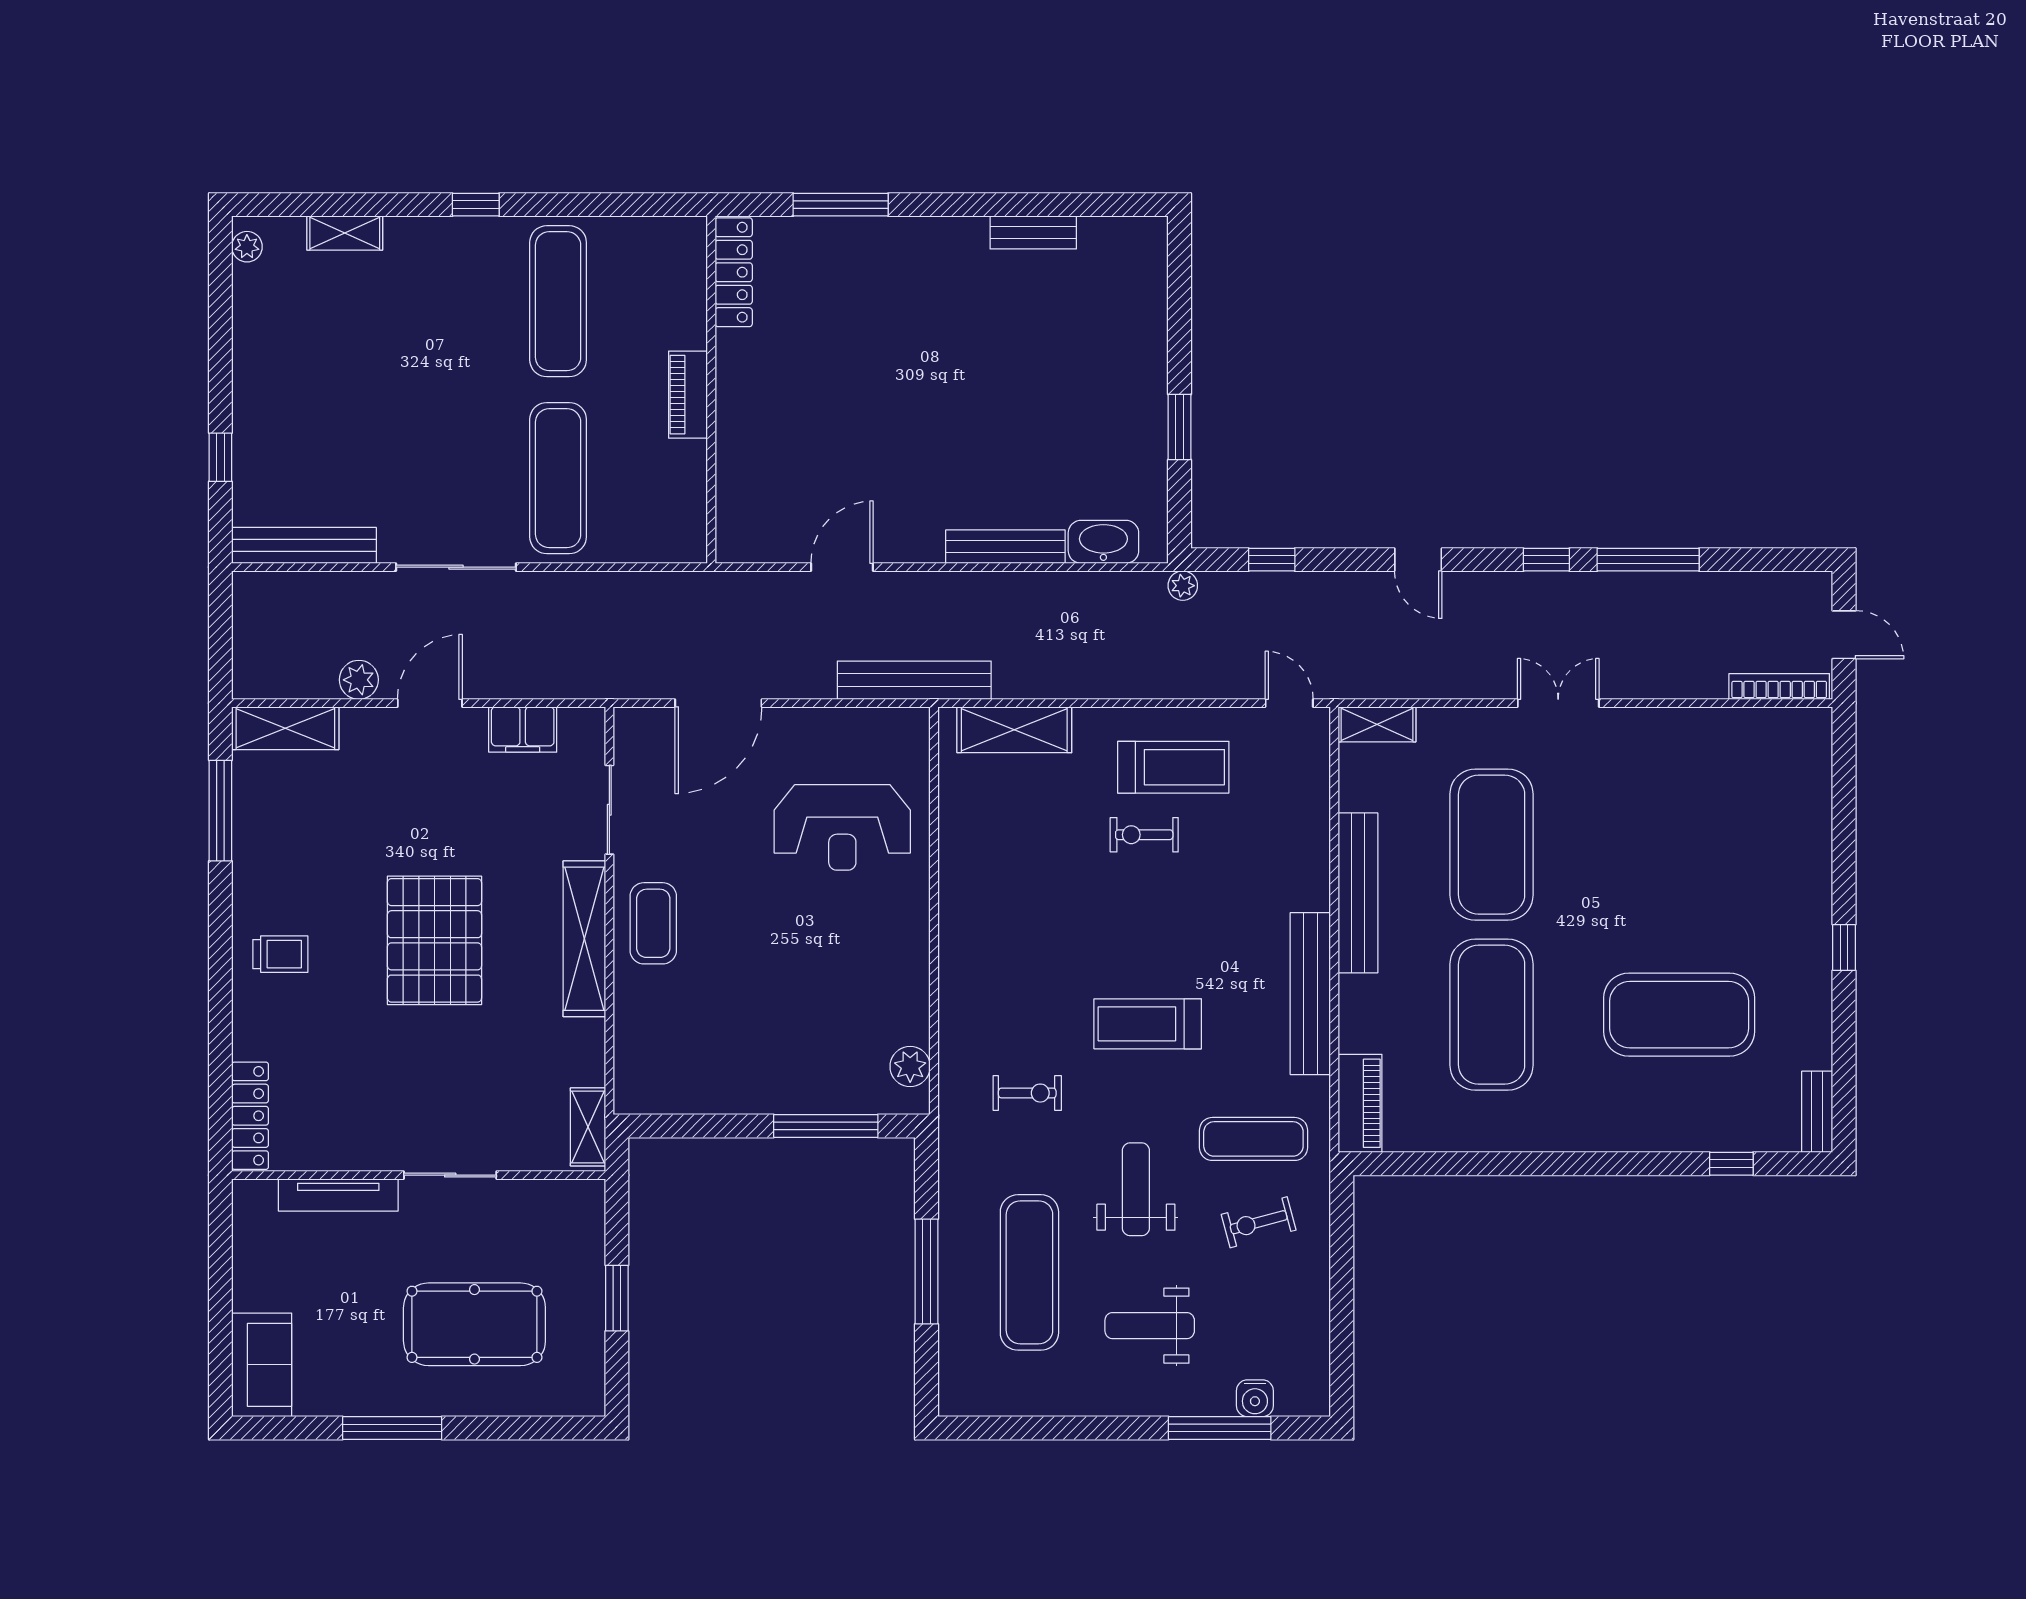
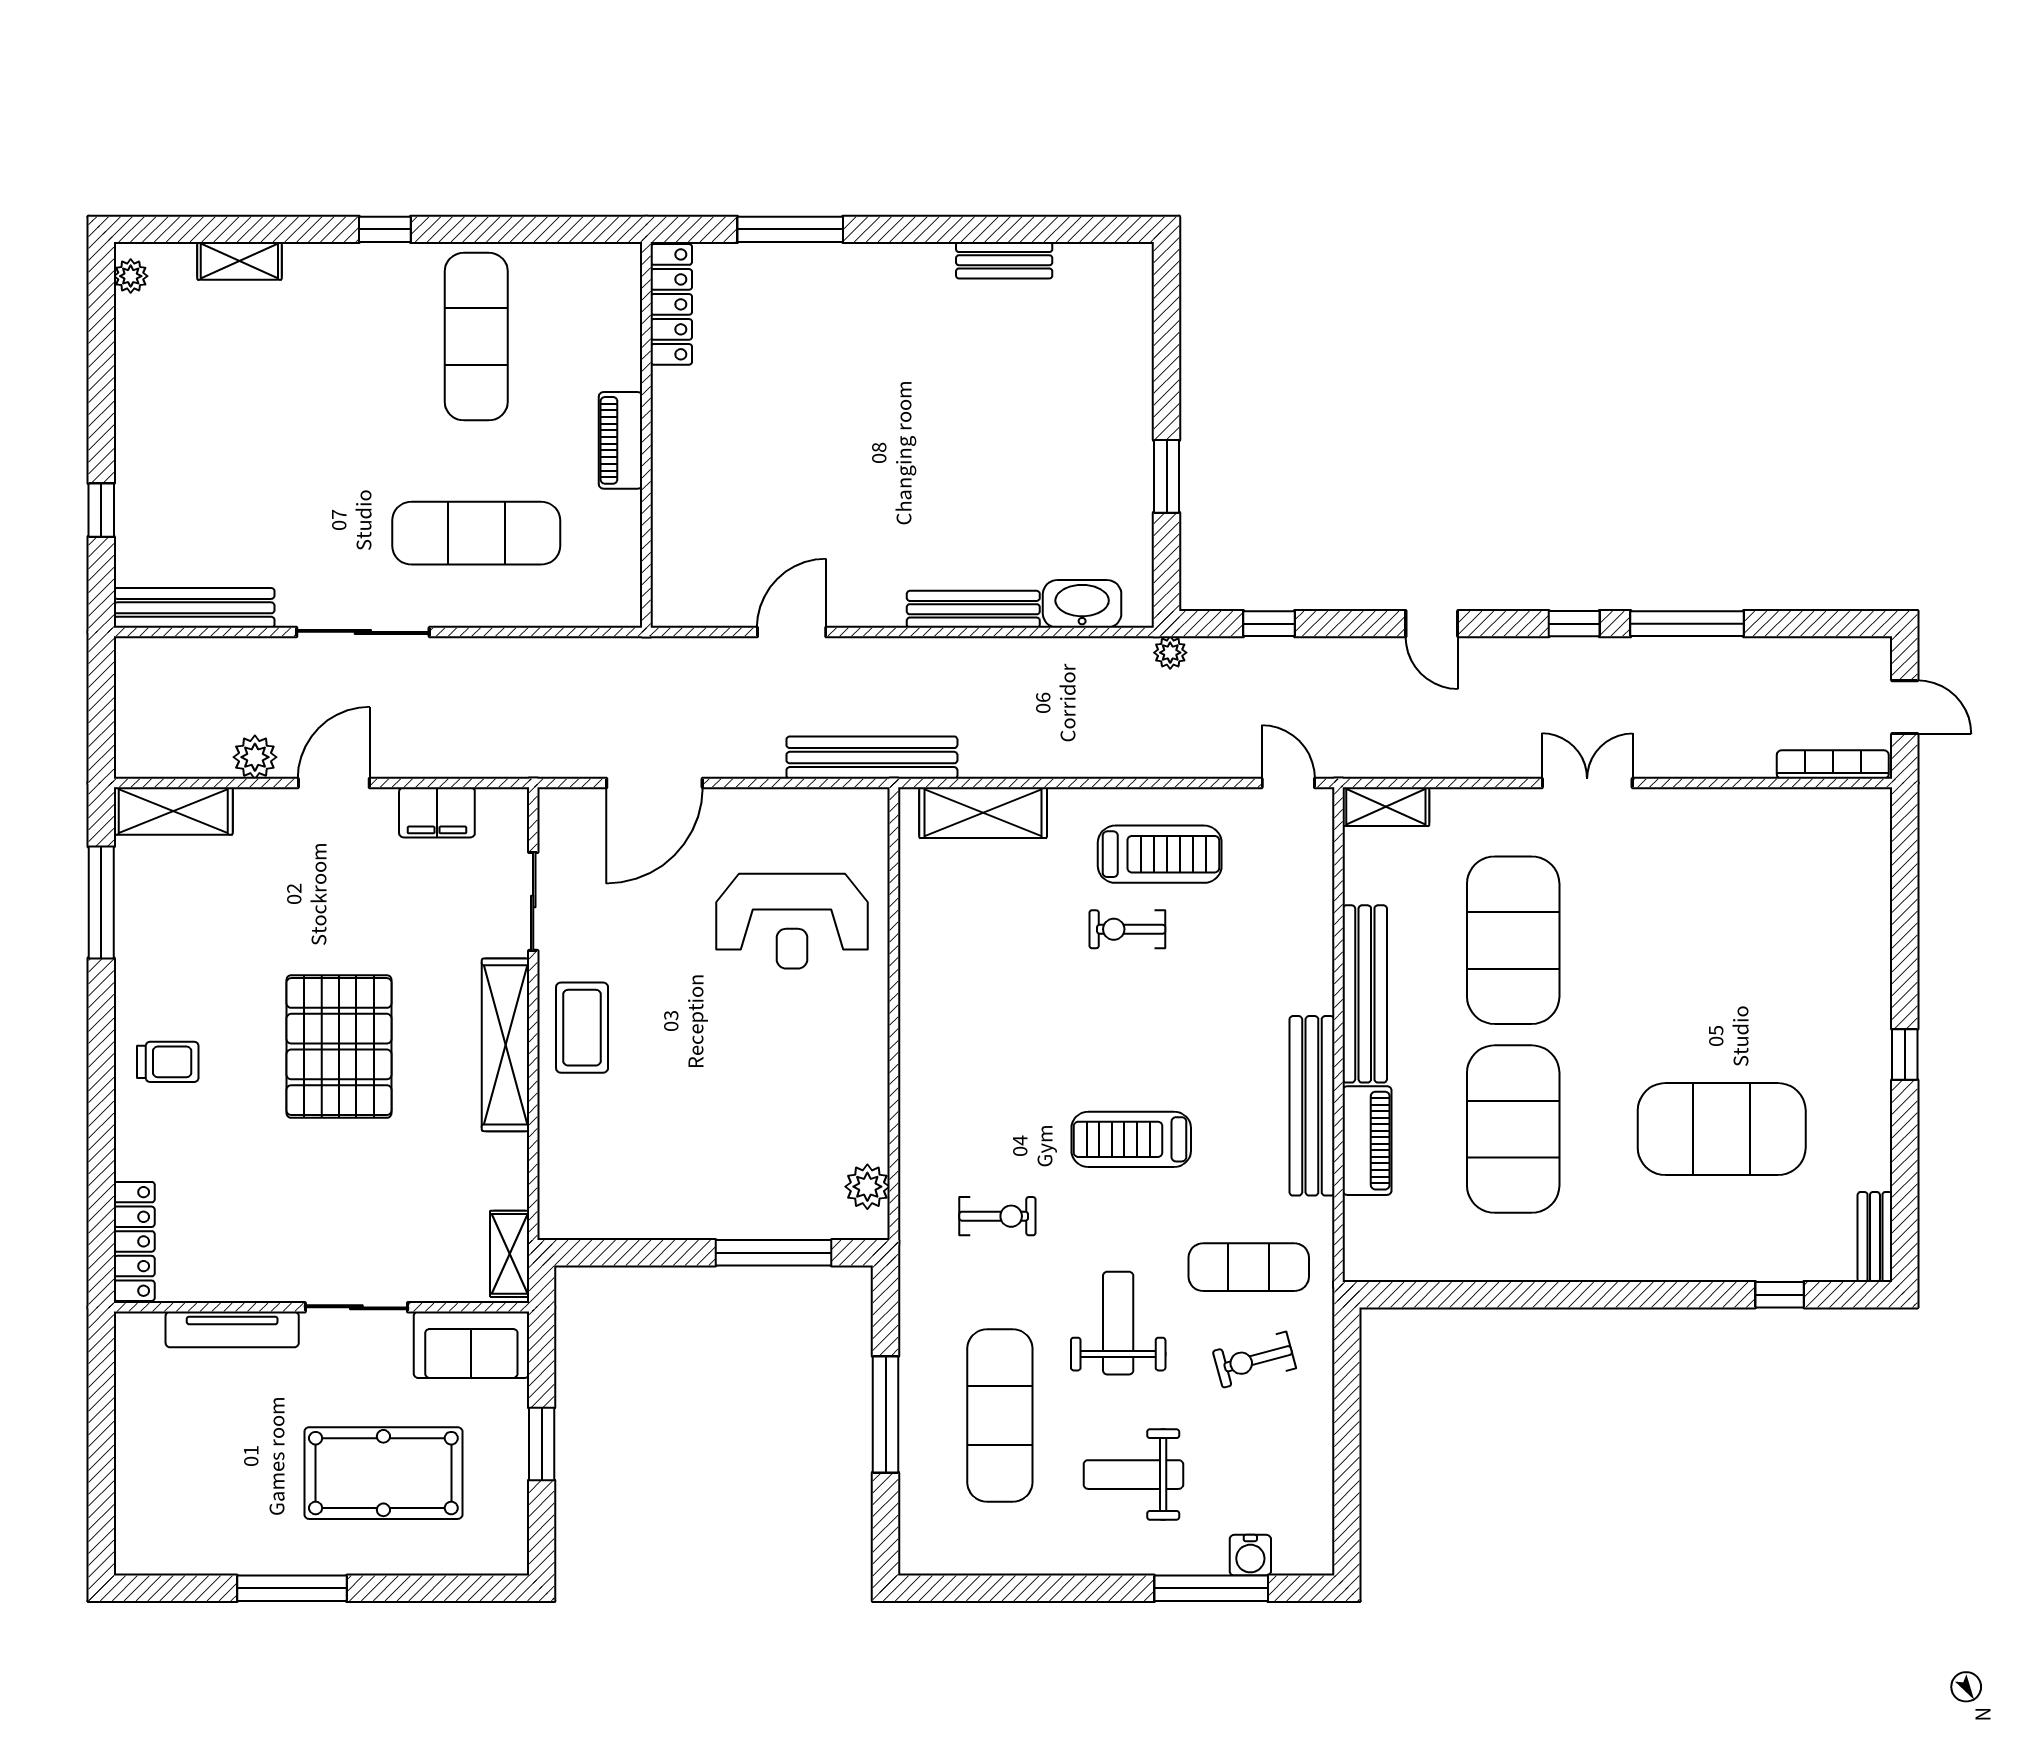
exercise mat: (558, 478) -> (476, 533), turned 90
piano: (1360, 1103) -> (1367, 1141), moved
sofa: (262, 1365) -> (471, 1345), moved, turned 90

